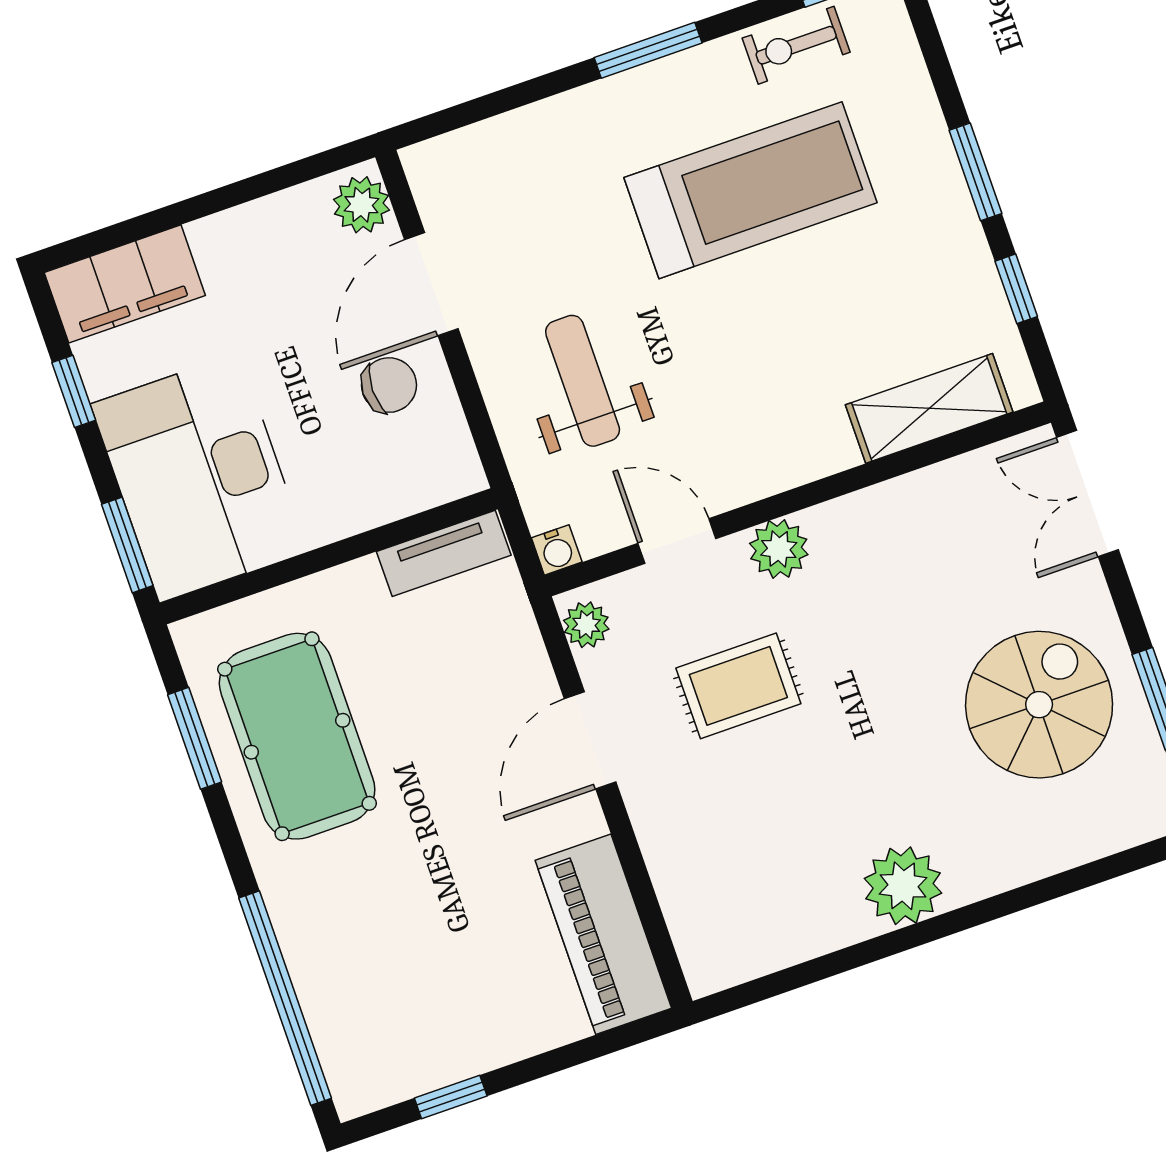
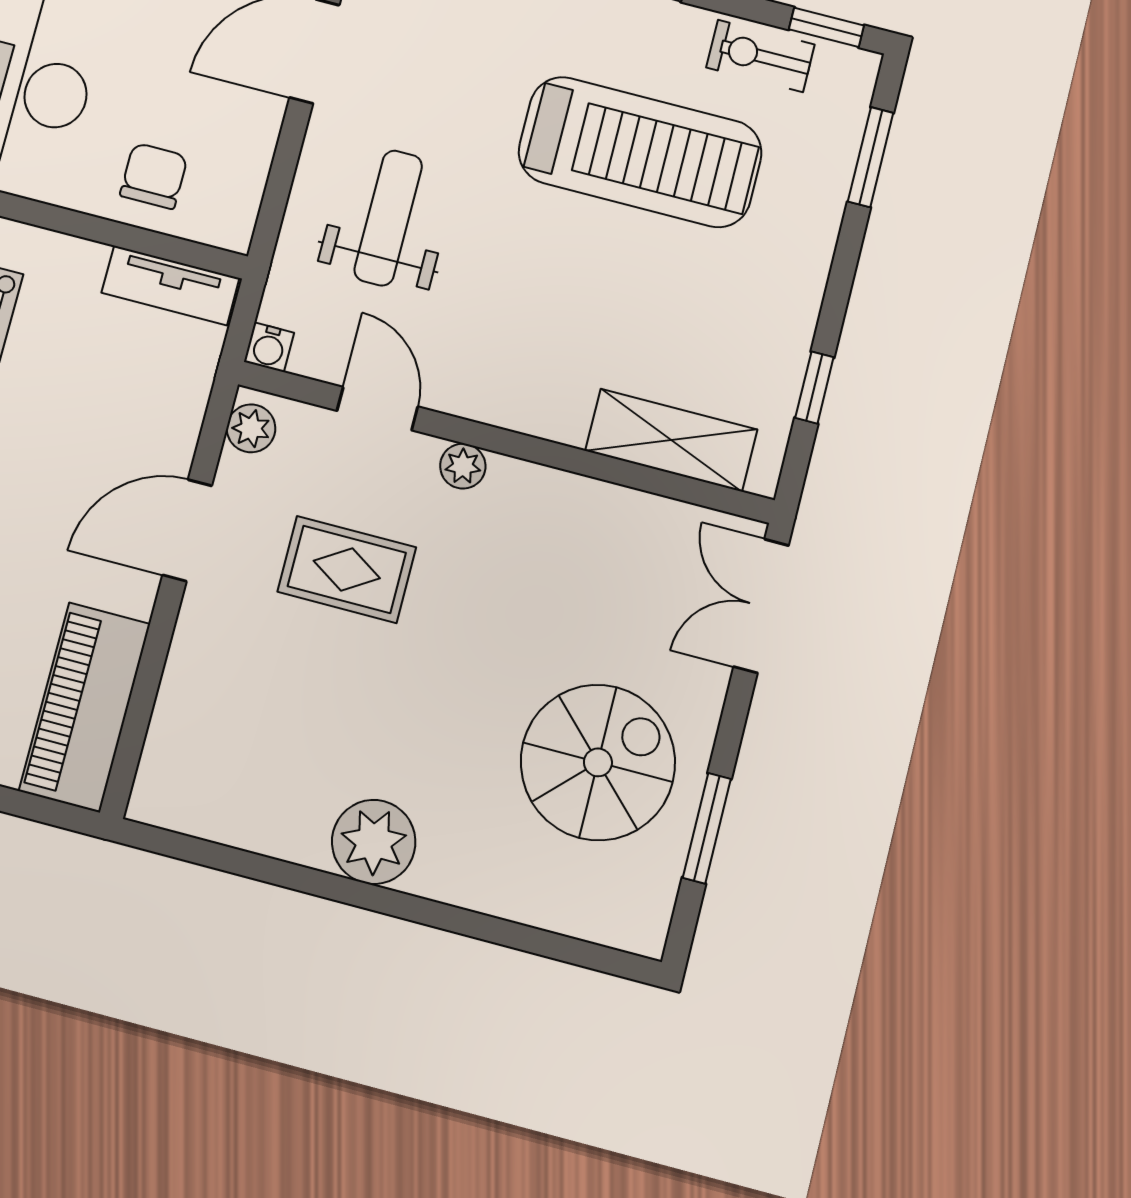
window: (975, 172) -> (871, 157), moved
chair: (389, 385) -> (154, 176), moved, turned -90
plant: (779, 549) -> (463, 466), width x0.73, depth x0.73

